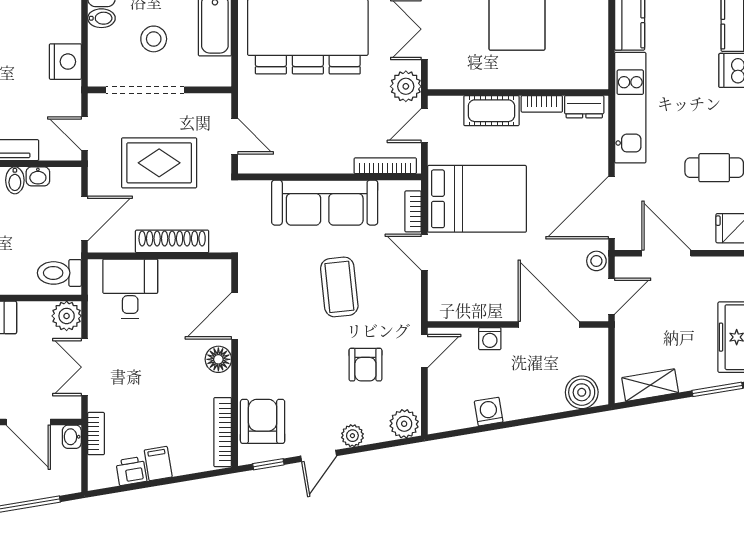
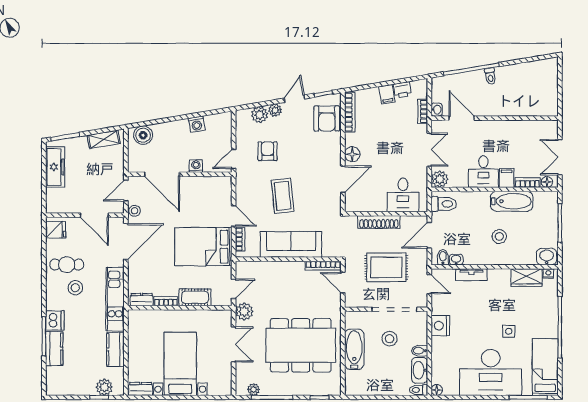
stool: (699, 127) -> (75, 288), added
bookcase: (385, 166) -> (323, 266), moved
bidet: (15, 180) -> (443, 257), moved
plant: (404, 424) -> (260, 115), moved

